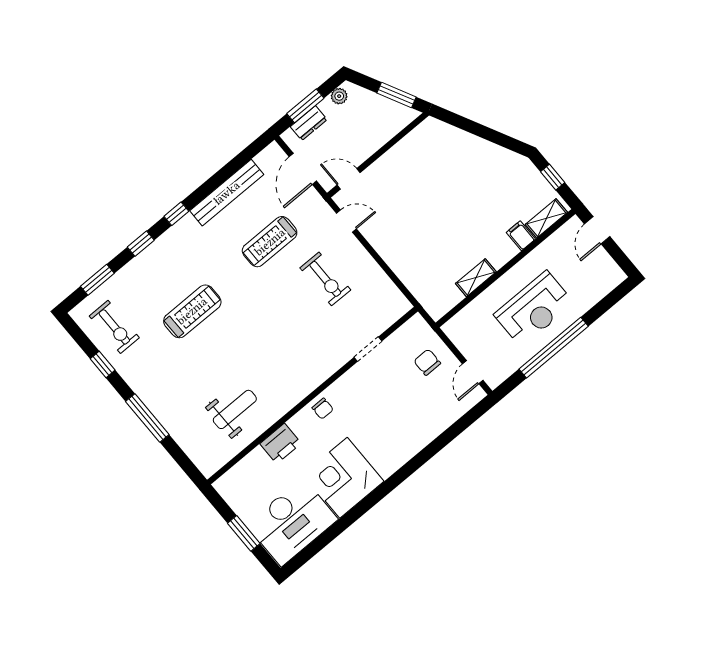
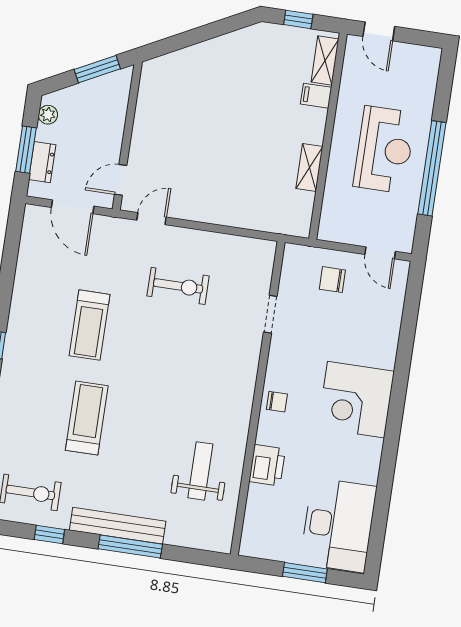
bench: (227, 193) -> (118, 526), moved, turned 90
treadmill: (270, 242) -> (89, 325), moved
corner desk: (344, 478) -> (356, 400), moved

